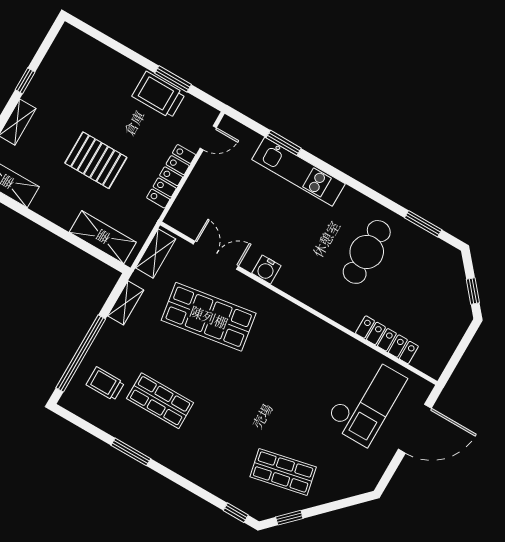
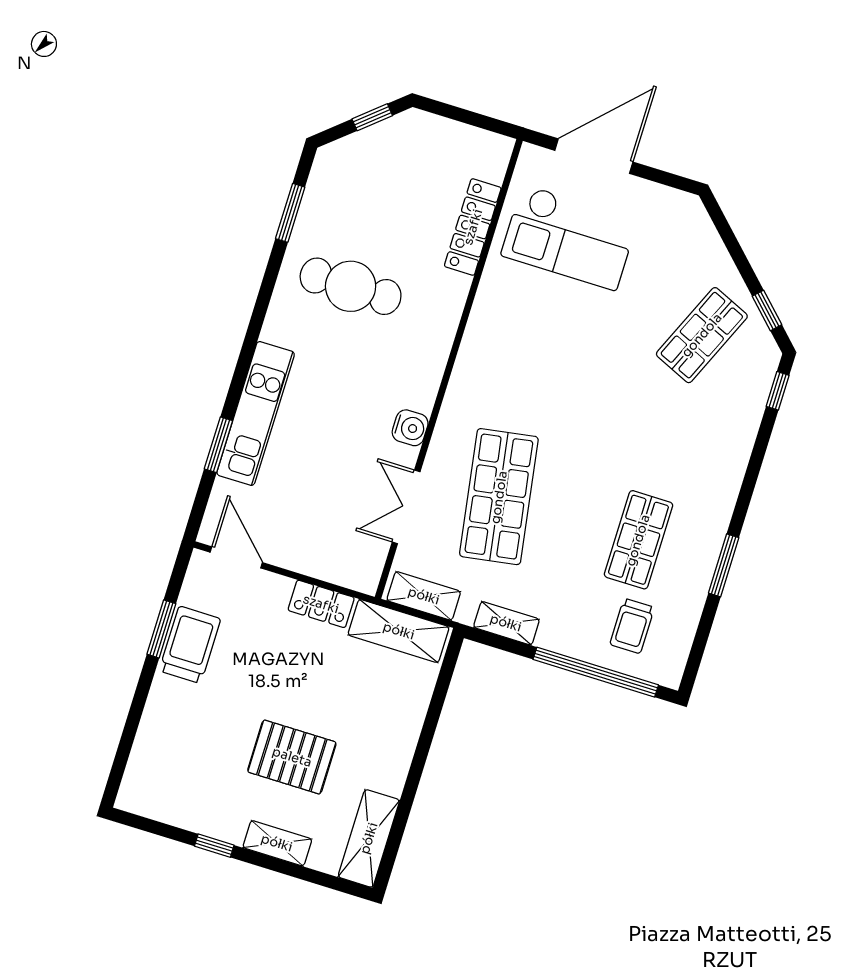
trolley: (159, 95) -> (190, 645), turned 180
door: (208, 138) -> (236, 557), width x1.38
pallet: (96, 160) -> (292, 757), moved, turned 90
locker: (171, 176) -> (321, 604), width x0.66
shelving: (103, 237) -> (399, 631), moved, turned 90
checkout: (366, 401) -> (569, 237), turned 180
door: (415, 429) -> (594, 156), hinge flipped
shop shelf: (283, 472) -> (702, 335), turned 36

